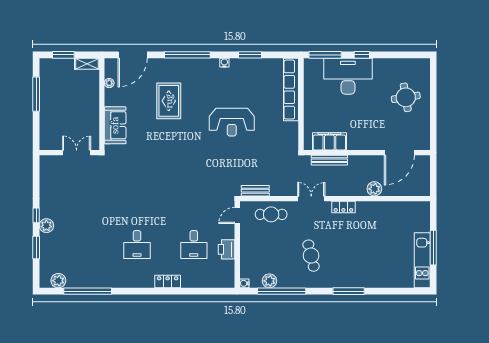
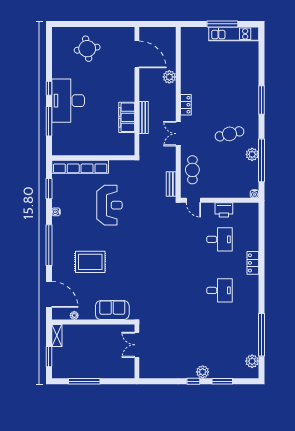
row of seats: (291, 90) -> (80, 167), moved
wall: (301, 104) -> (93, 158), moved
plant: (269, 281) -> (252, 154), moved

